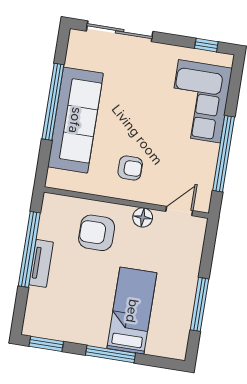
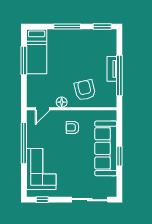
window: (53, 102) -> (119, 156), width x0.47
armchair: (97, 233) -> (85, 90), turned -103
bed: (132, 311) -> (37, 52), moved

